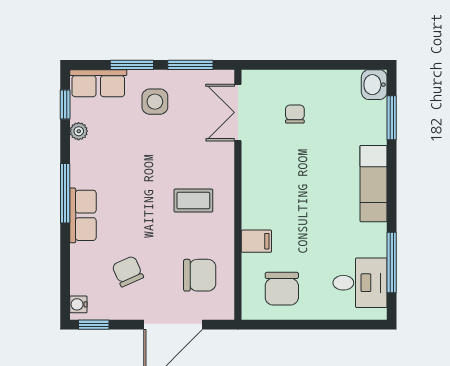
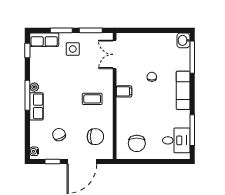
chair: (295, 114) -> (152, 77), moved
window: (392, 118) -> (192, 57), width x1.44
plant: (79, 131) -> (34, 87), moved
filing cabinet: (256, 241) -> (124, 91), moved
window: (94, 325) -> (53, 162), moved

